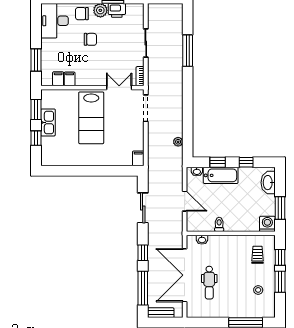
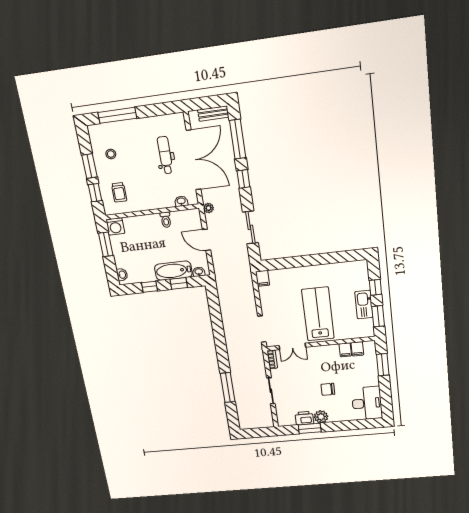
chair: (82, 14) -> (339, 412), removed
plant: (178, 142) -> (209, 208), moved
washbasin: (268, 183) -> (122, 275), width x0.52, depth x0.69

